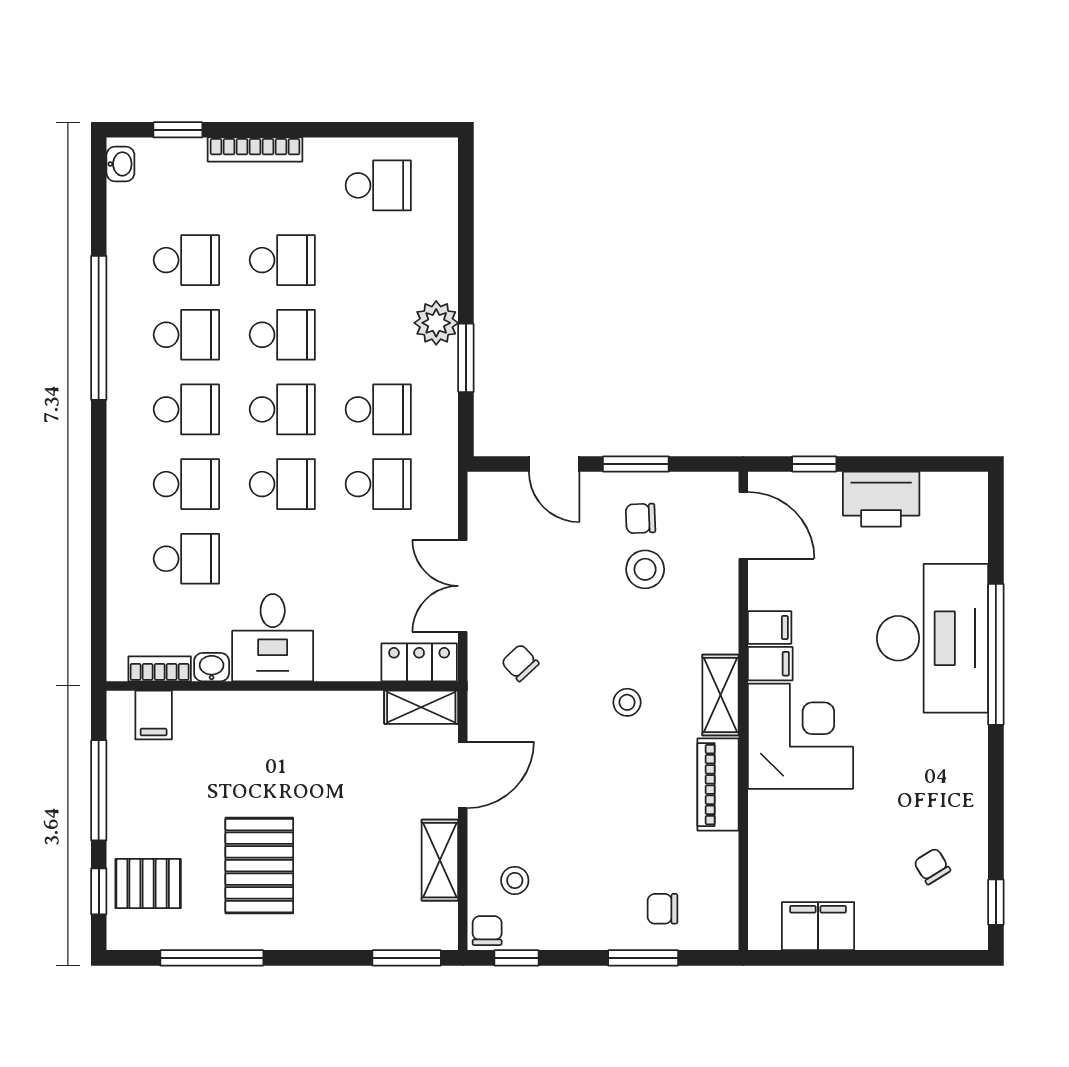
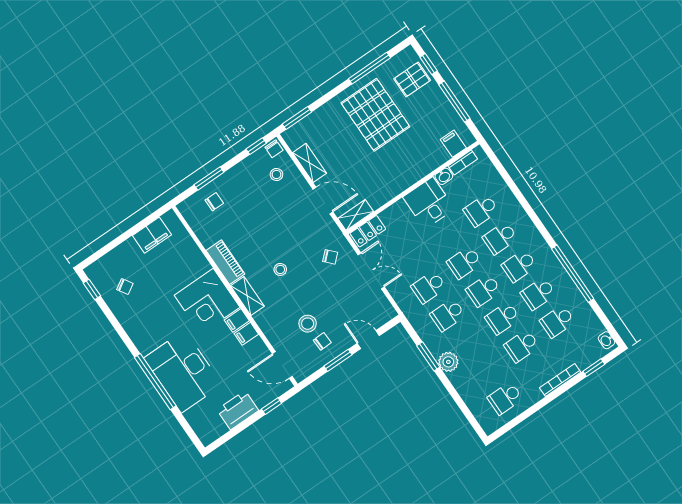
door: (463, 775) -> (323, 200), swing flipped
pallet: (259, 866) -> (375, 115), width x1.37, depth x1.41

